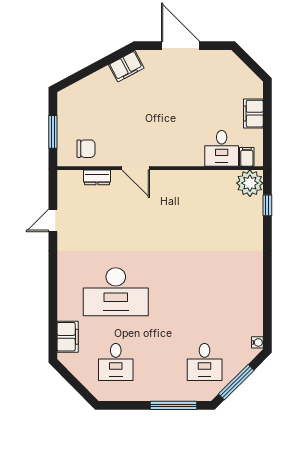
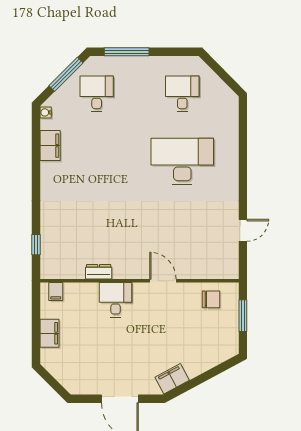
desk: (222, 148) -> (115, 300), moved
chair: (86, 149) -> (211, 299), turned 180
dresser: (97, 177) -> (99, 272), moved
plant: (250, 183) -> (53, 266), removed
filing cabinet: (68, 337) -> (50, 146), moved, turned 180

